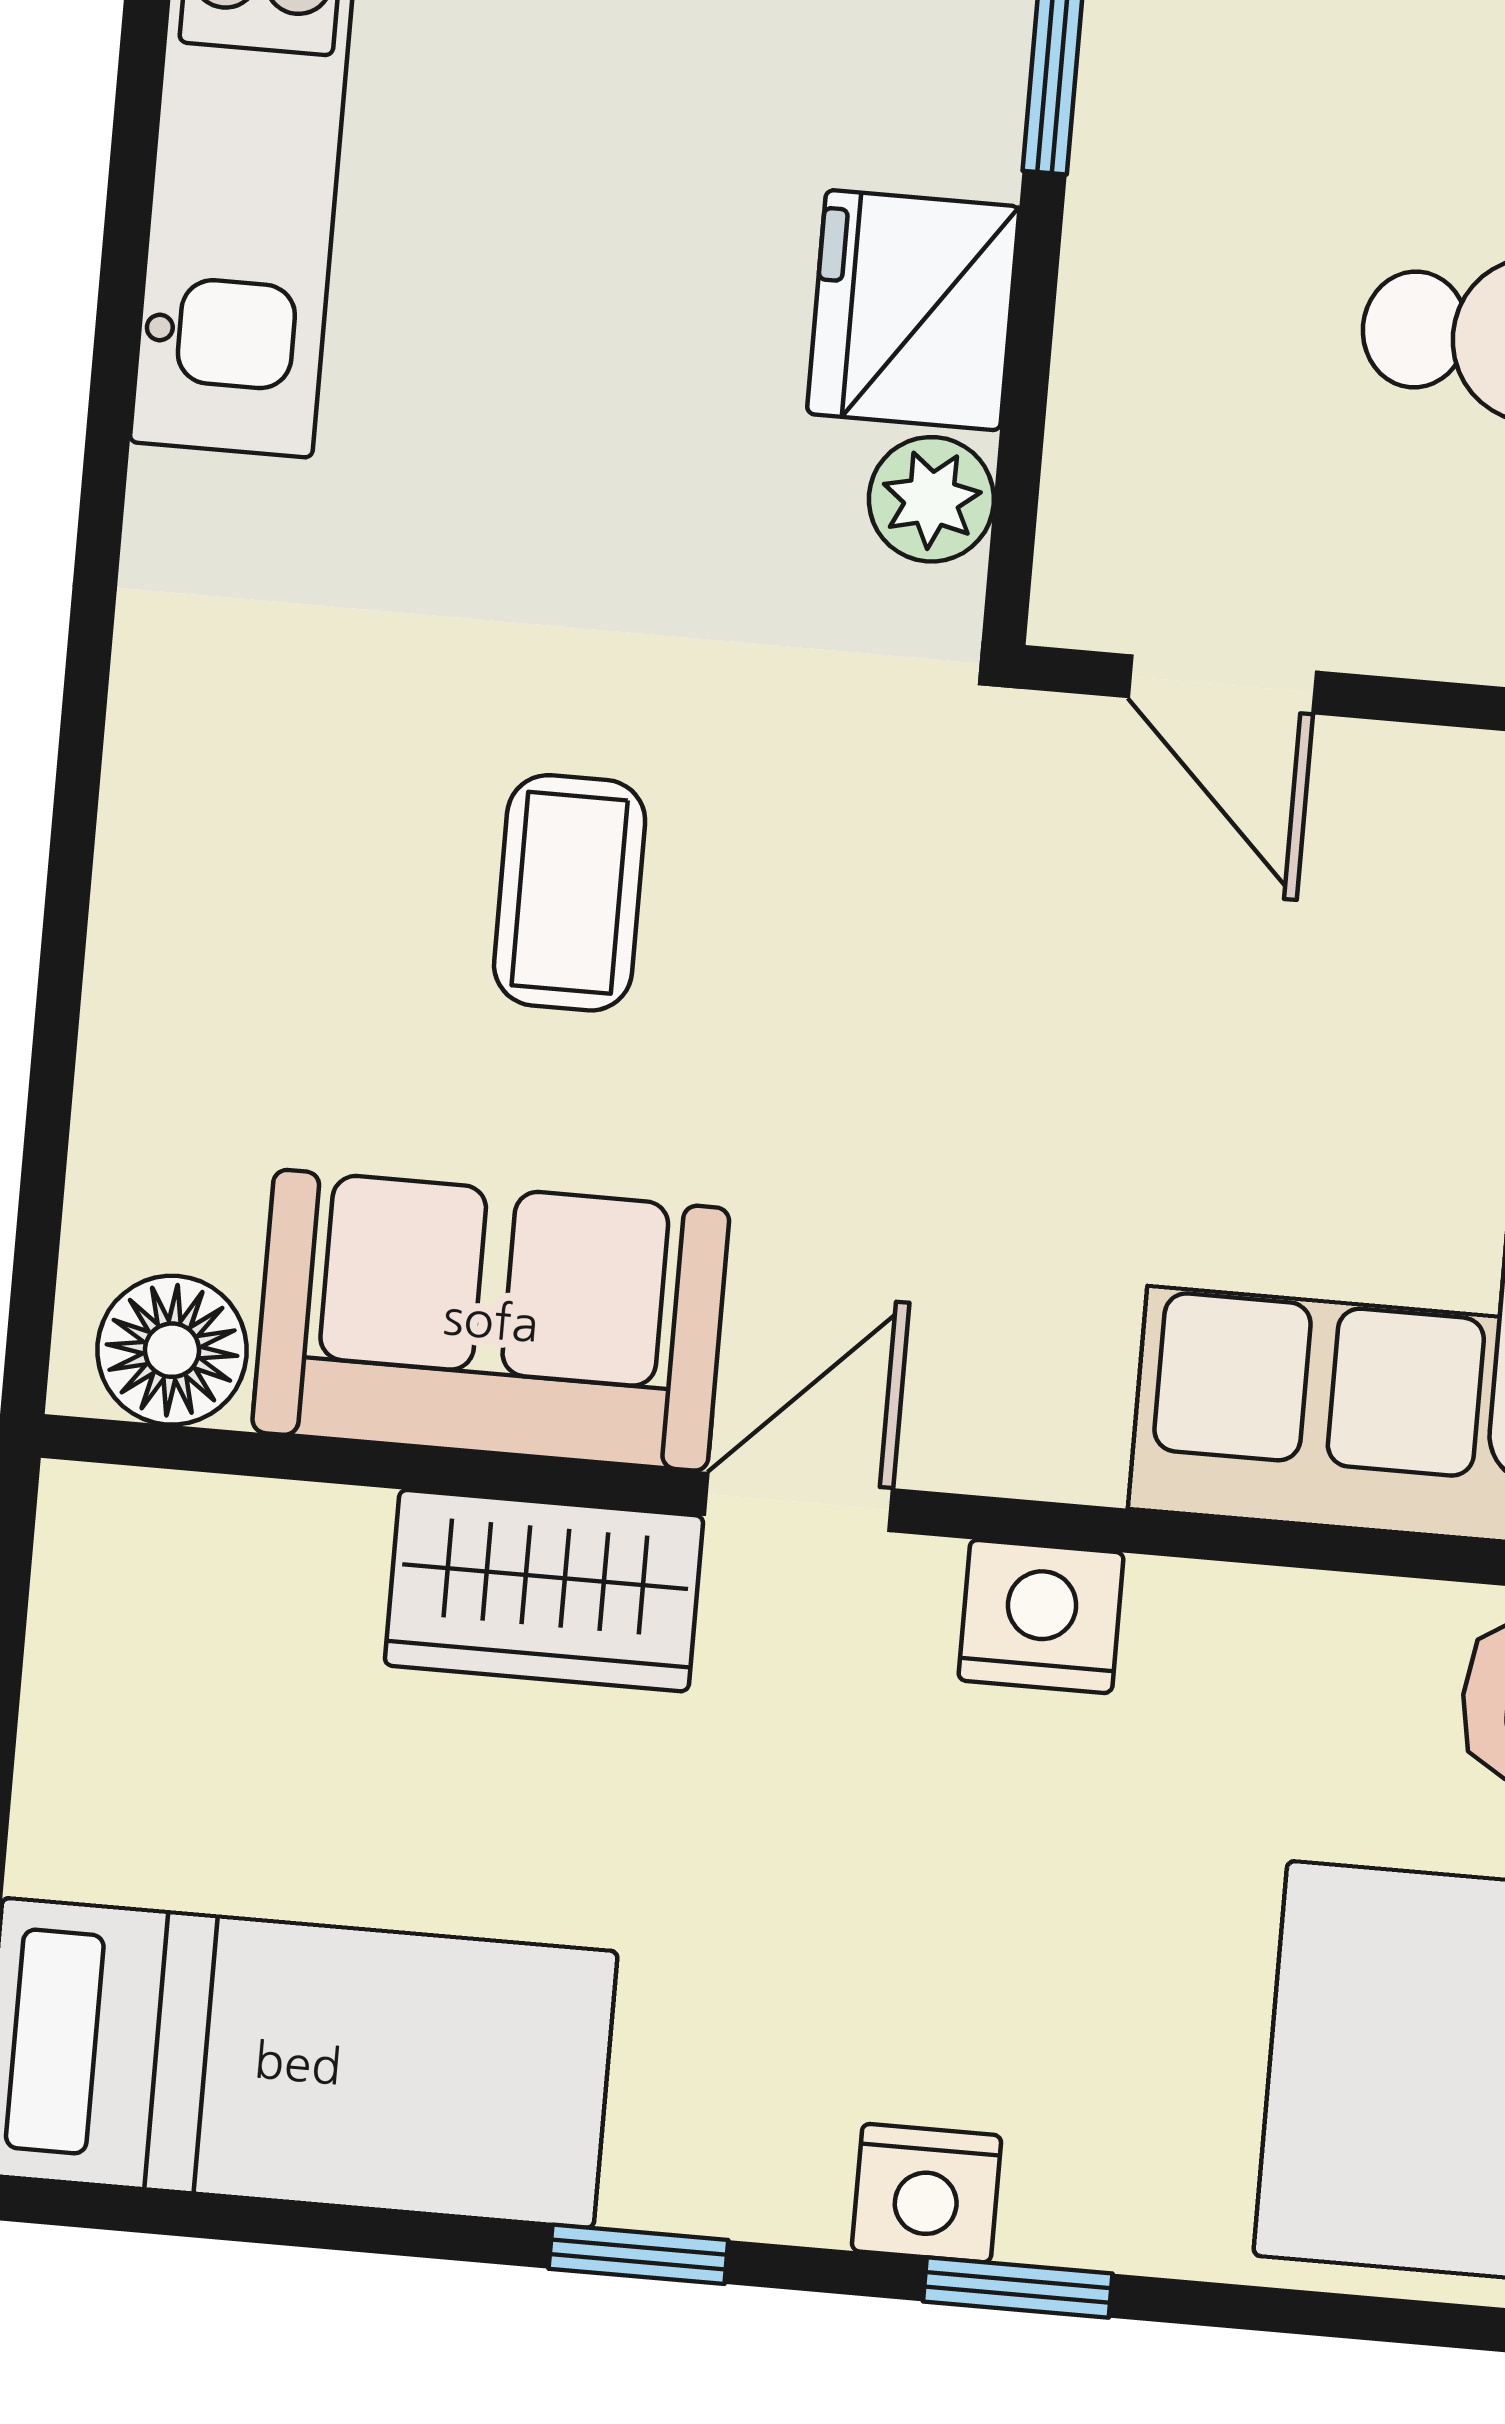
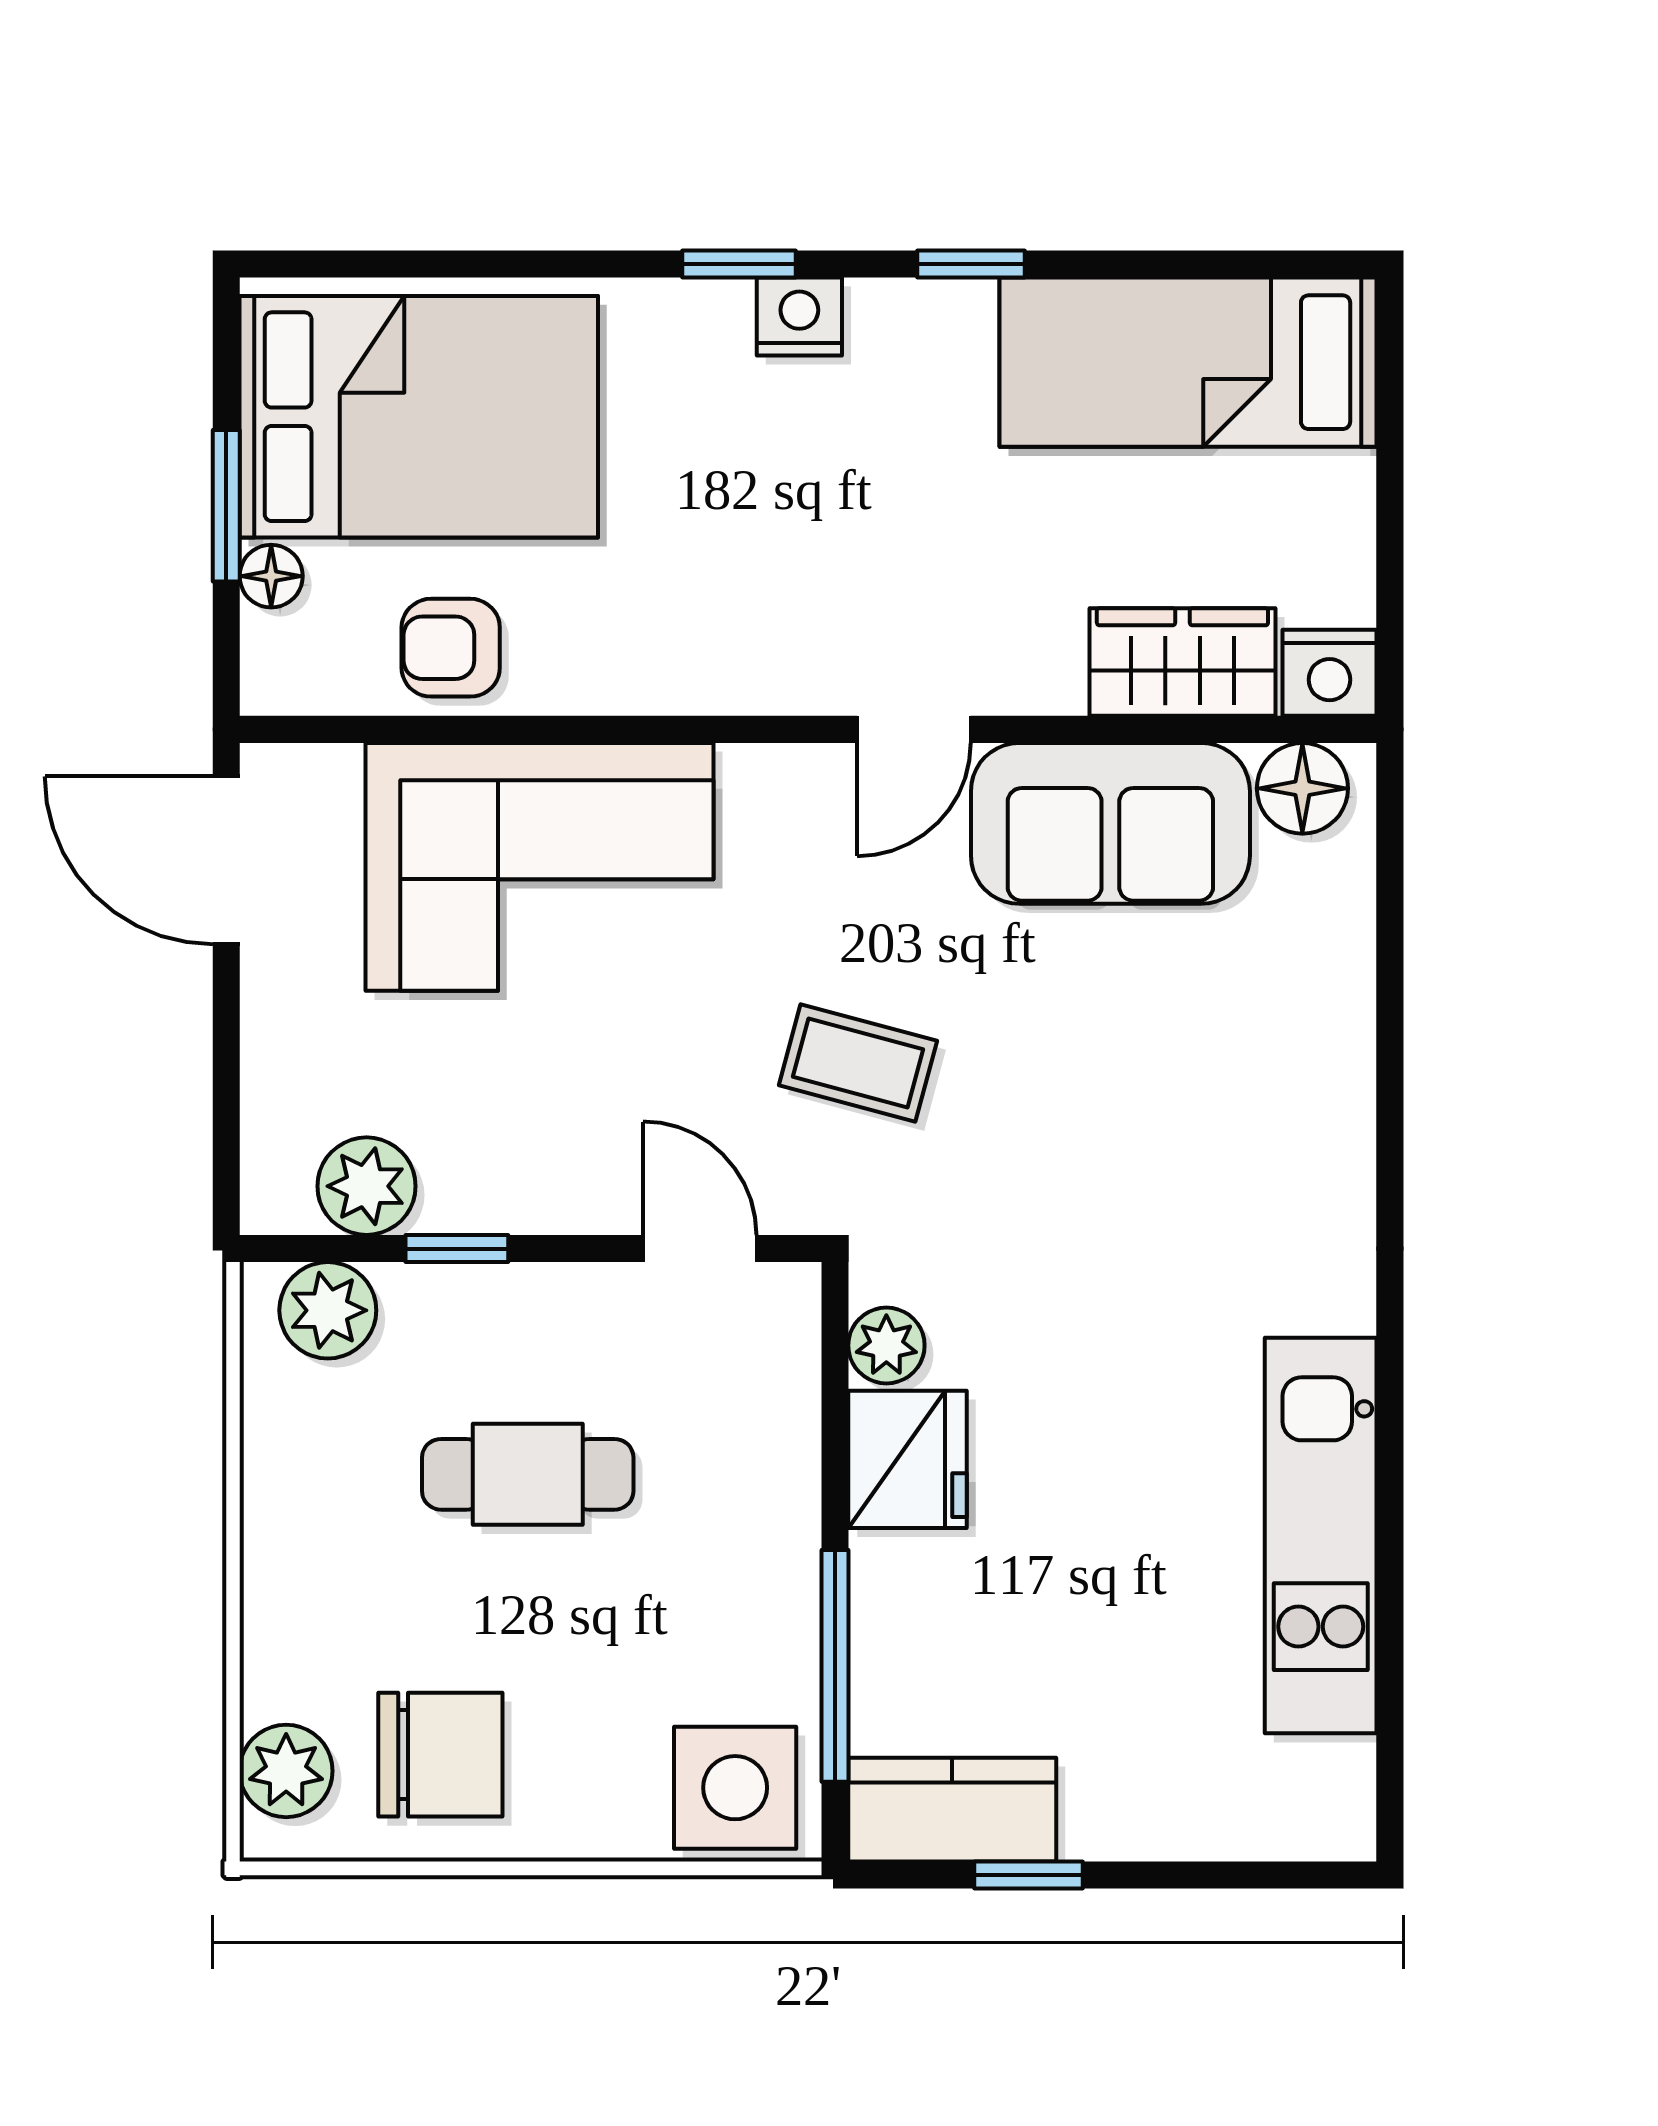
coffee table: (570, 893) -> (858, 1063), moved, turned -75
wardrobe: (544, 1591) -> (1182, 662), moved
nightstand: (1041, 1616) -> (1330, 673), moved

